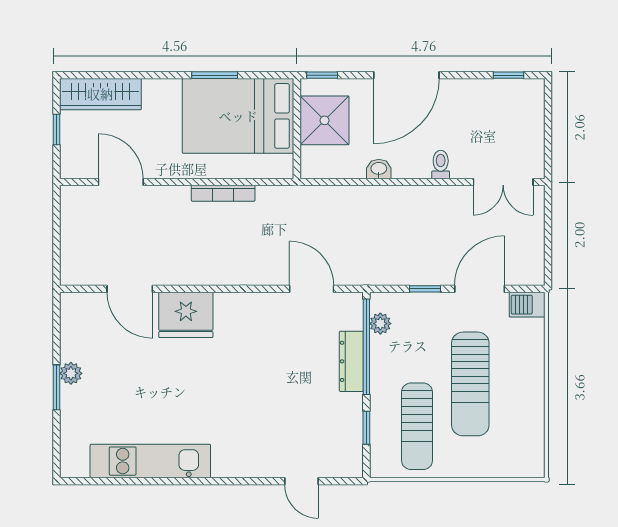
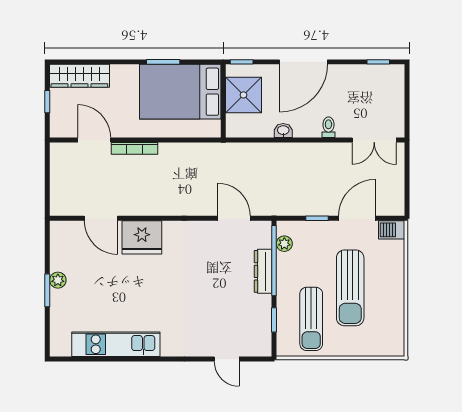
bookcase: (223, 193) -> (134, 148), moved

